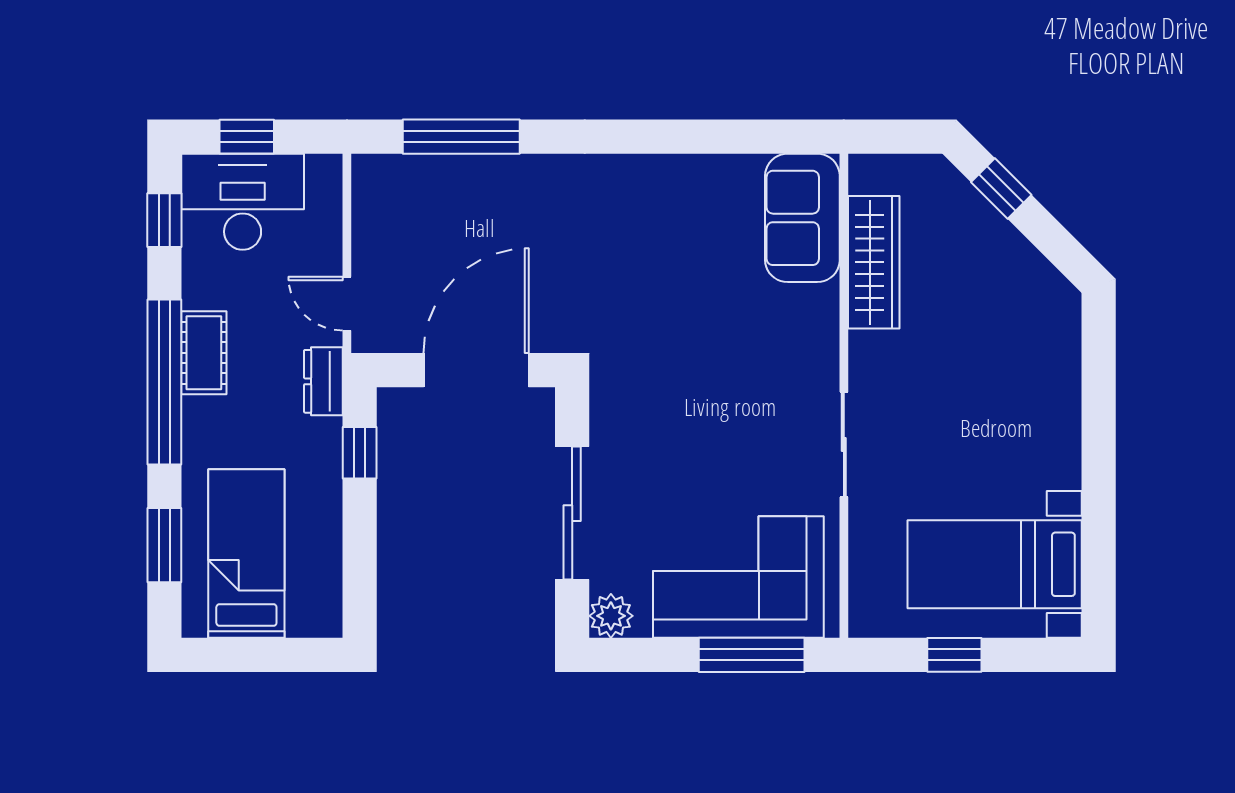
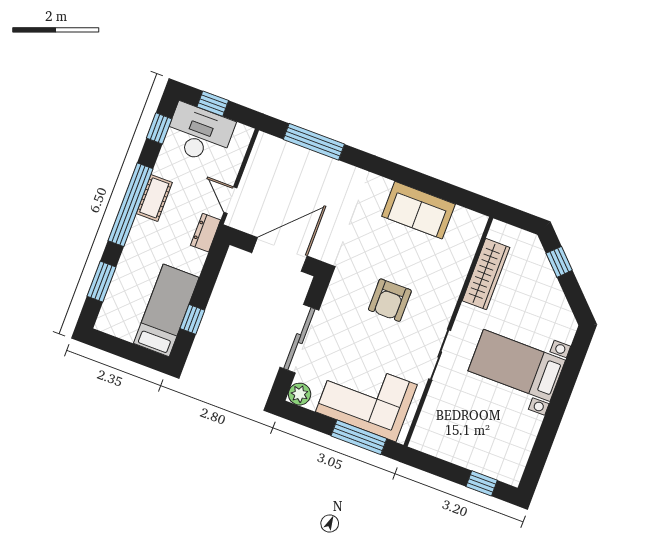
sofa: (802, 218) -> (418, 210), moved, turned -90
armchair: (713, 378) -> (390, 300), added
window: (360, 453) -> (192, 319), moved
bed: (246, 553) -> (166, 310), moved
bed with nightstands: (995, 564) -> (517, 365), moved
window: (954, 655) -> (482, 483), moved

